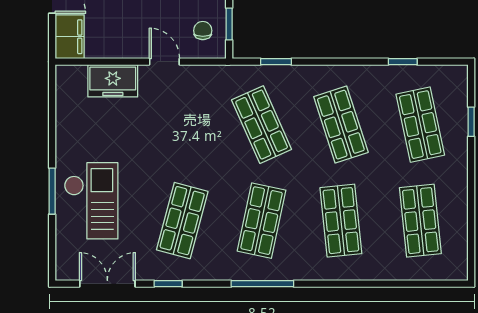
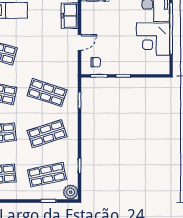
plant: (454, 79) -> (71, 192), added
shop shelf: (262, 125) -> (47, 93), turned 42

